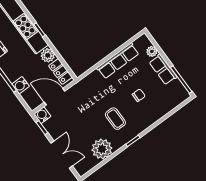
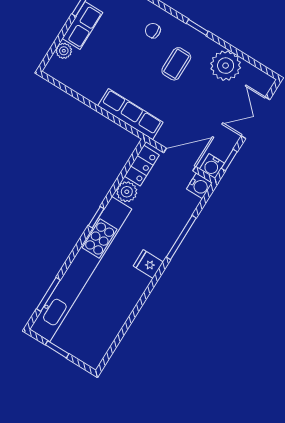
row of seats: (118, 61) -> (130, 114), moved
water cooler: (21, 85) -> (199, 186), moved
chair: (139, 95) -> (153, 31), moved
door: (55, 97) -> (180, 160), swing flipped

